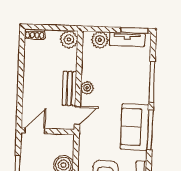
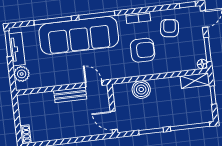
plant: (69, 40) -> (26, 102), removed
plant: (87, 88) -> (67, 79), removed
sofa: (135, 127) -> (79, 35), width x1.85, depth x1.27

